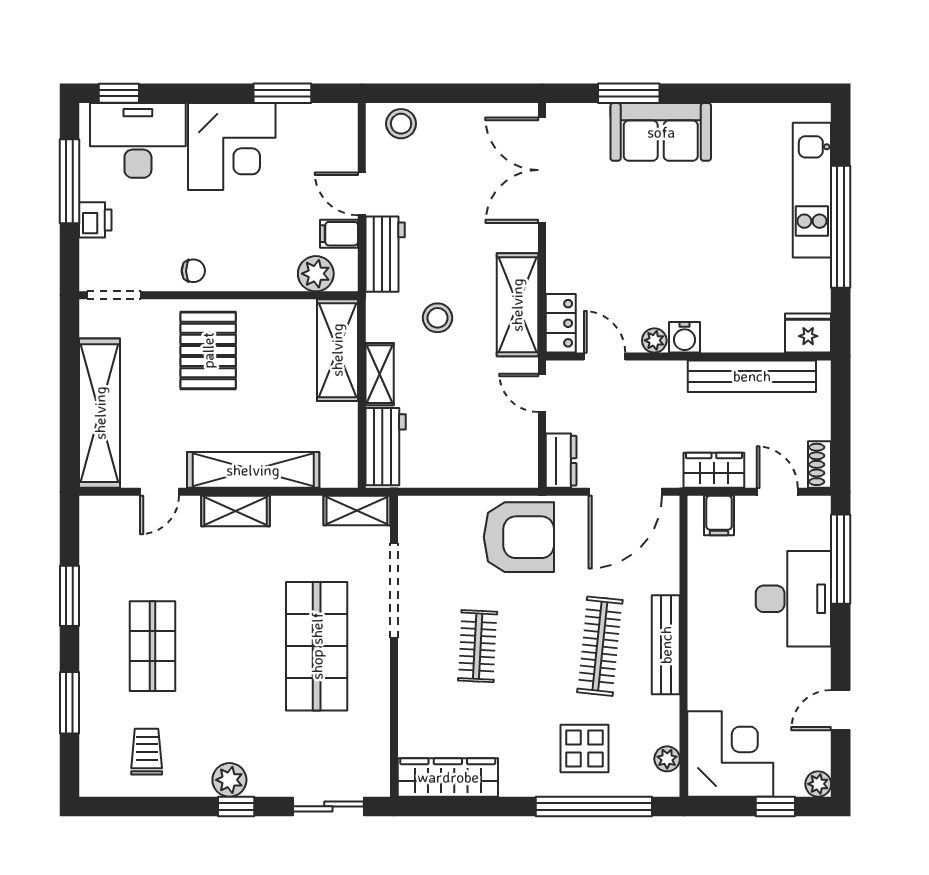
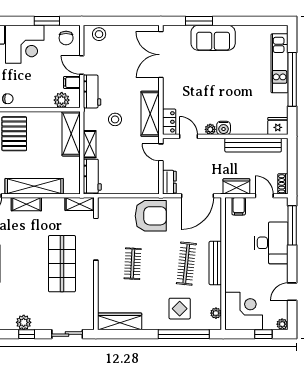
chair: (326, 132) -> (66, 38), added

